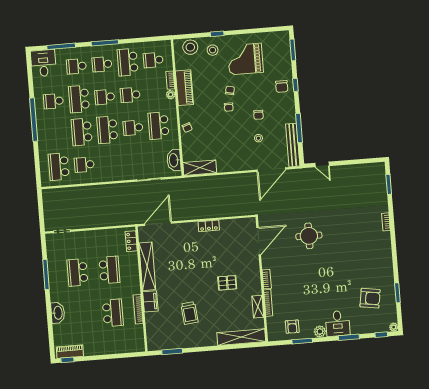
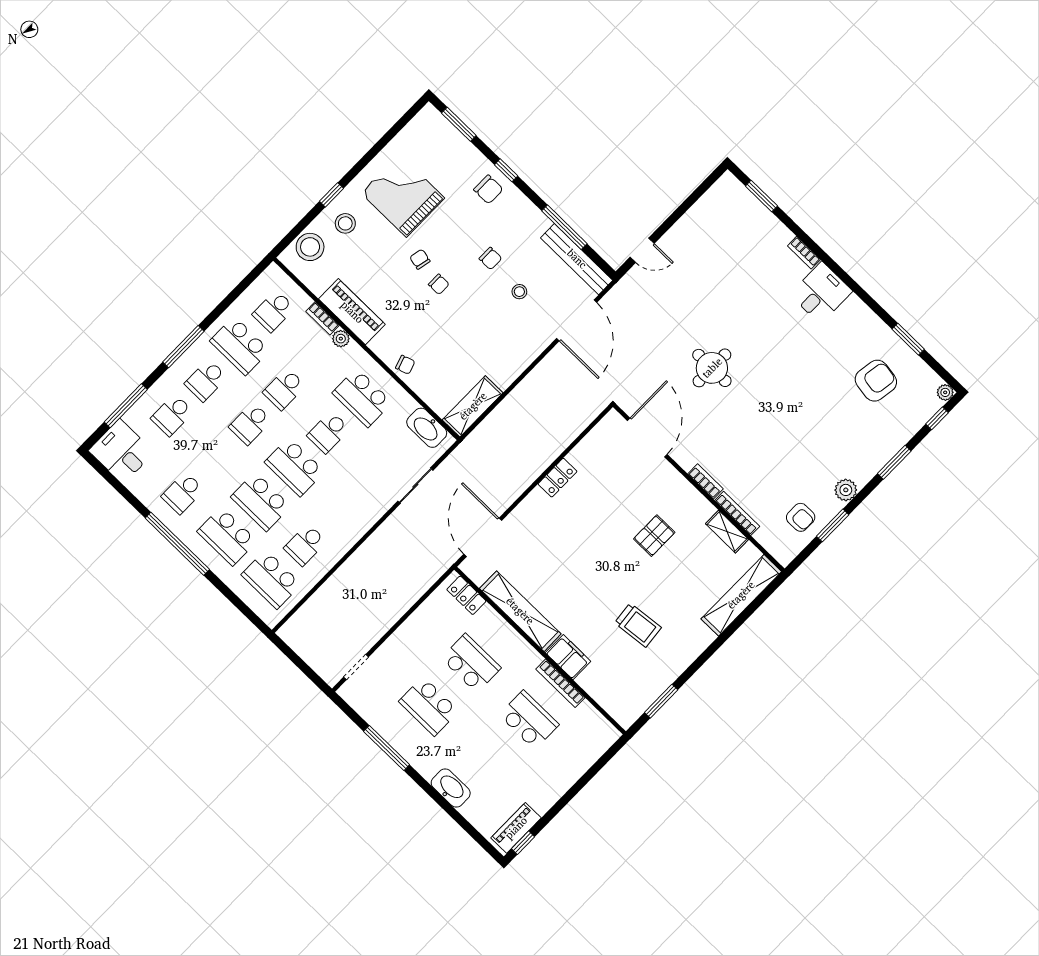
grand piano: (245, 59) -> (403, 196), turned 90
school desk: (79, 99) -> (227, 536), moved
desk: (338, 323) -> (821, 293), moved, turned -90

